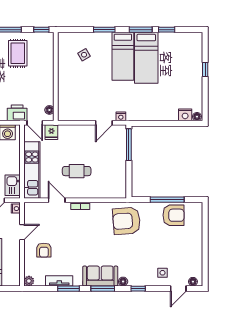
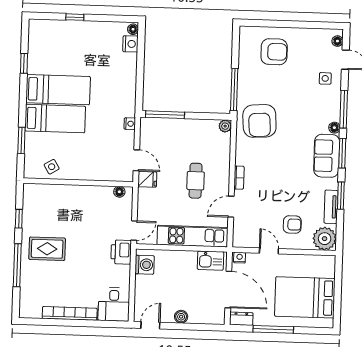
window: (141, 30) -> (23, 95), removed
wall: (56, 77) -> (78, 182), moved
floor lamp: (49, 110) -> (119, 192), moved
door: (104, 123) -> (136, 160), moved
fridge: (51, 132) -> (147, 179), moved
plant: (121, 193) -> (225, 126), added
window: (167, 200) -> (234, 89), moved
armchair: (173, 215) -> (274, 52), moved, turned 90
plant: (29, 281) -> (325, 239), width x1.88, depth x1.88
window: (138, 289) -> (344, 109), width x2.17

